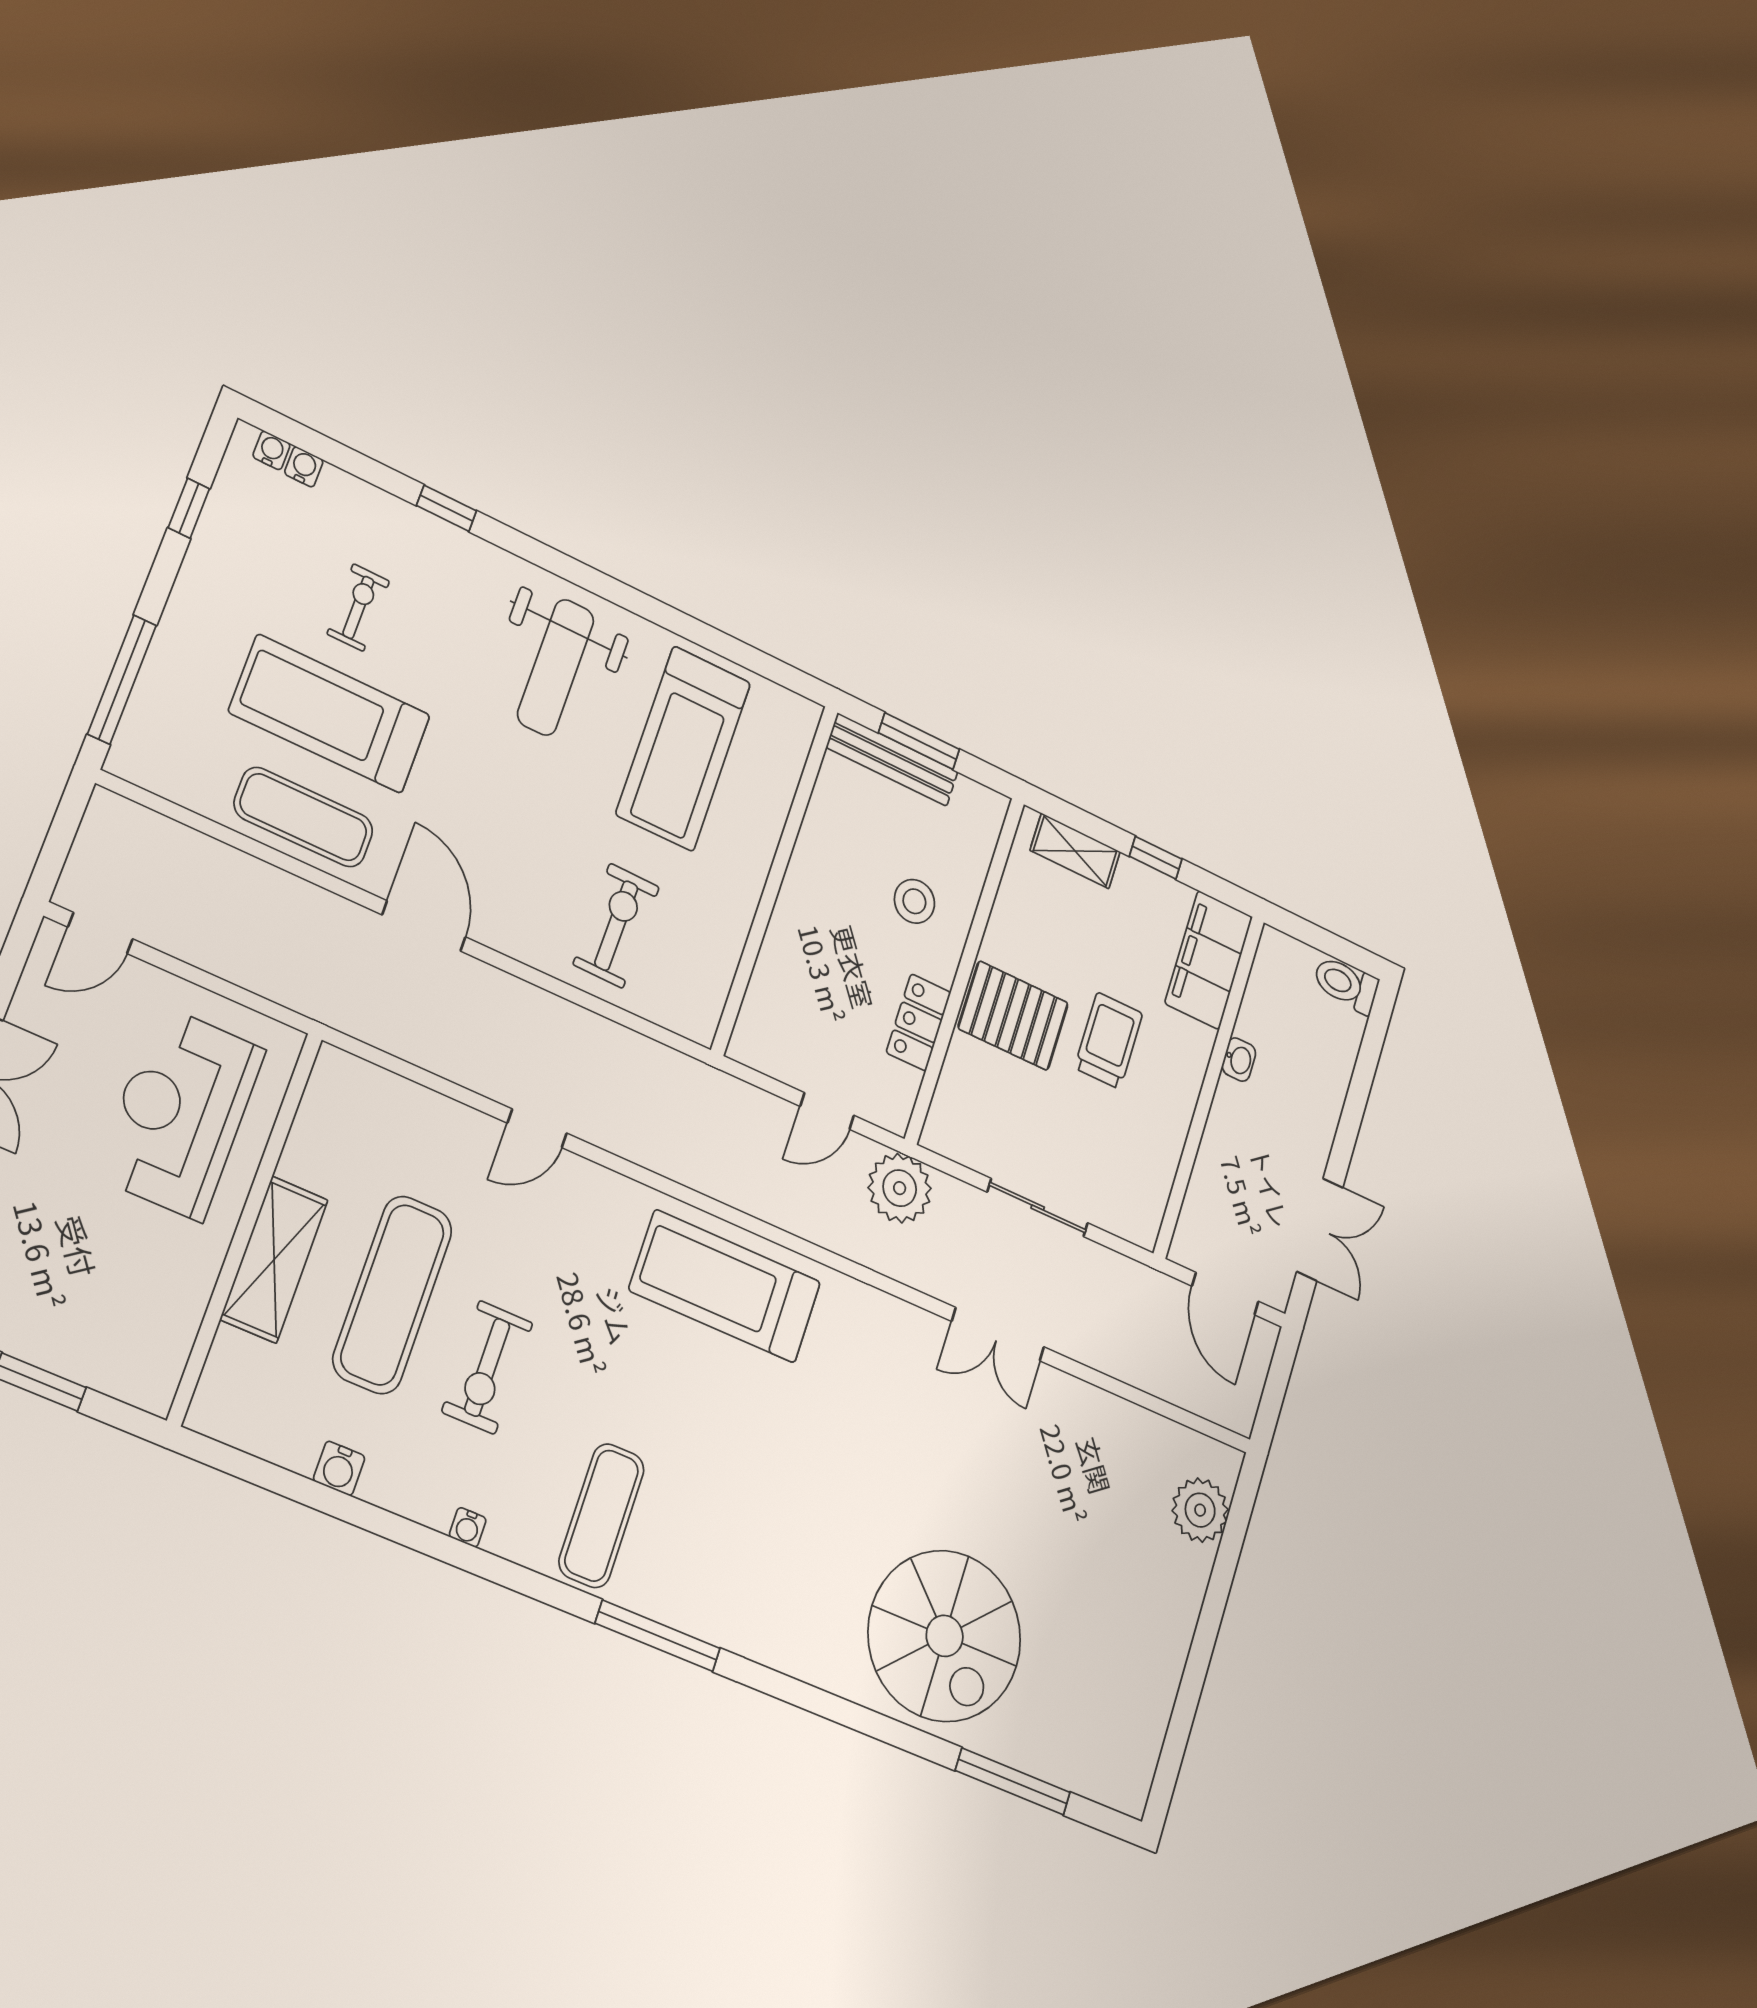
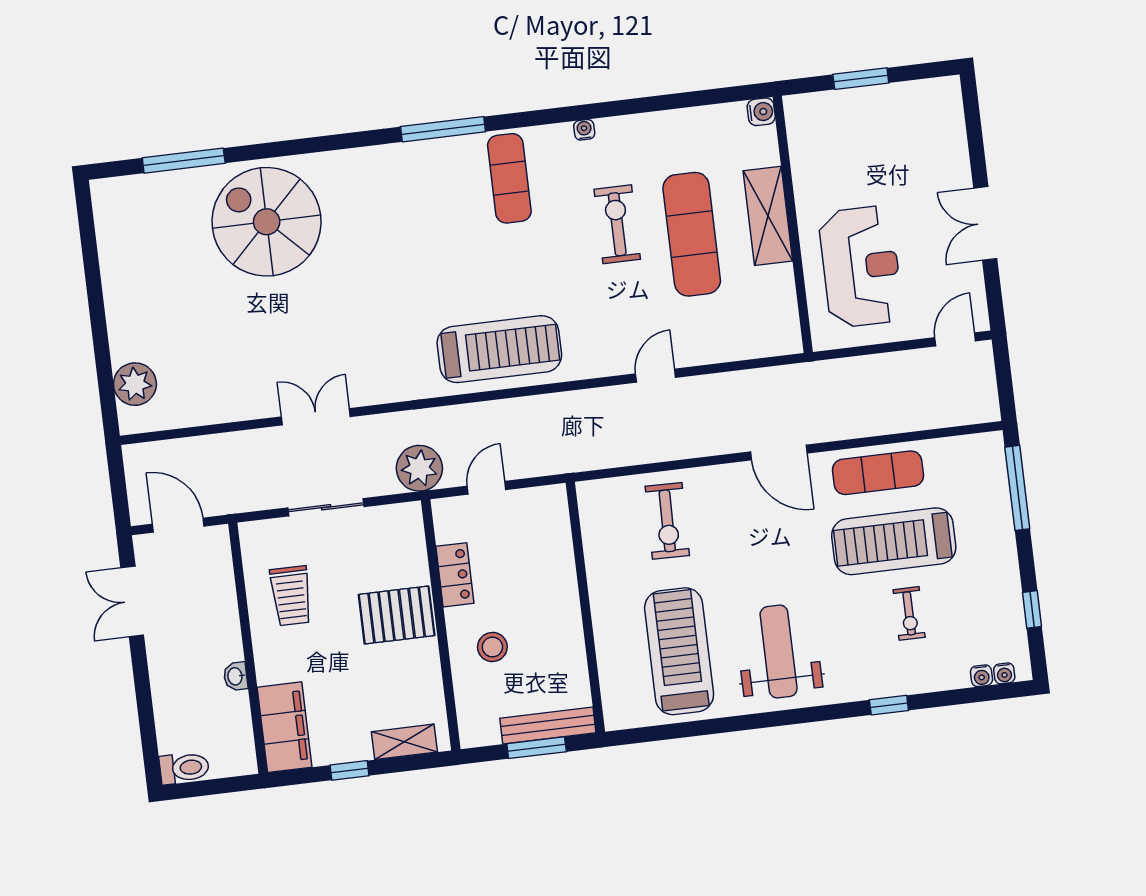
treadmill: (330, 714) -> (894, 541), turned 180
trolley: (1109, 1041) -> (291, 596), moved
water cooler: (339, 1468) -> (761, 112), moved, turned 90

